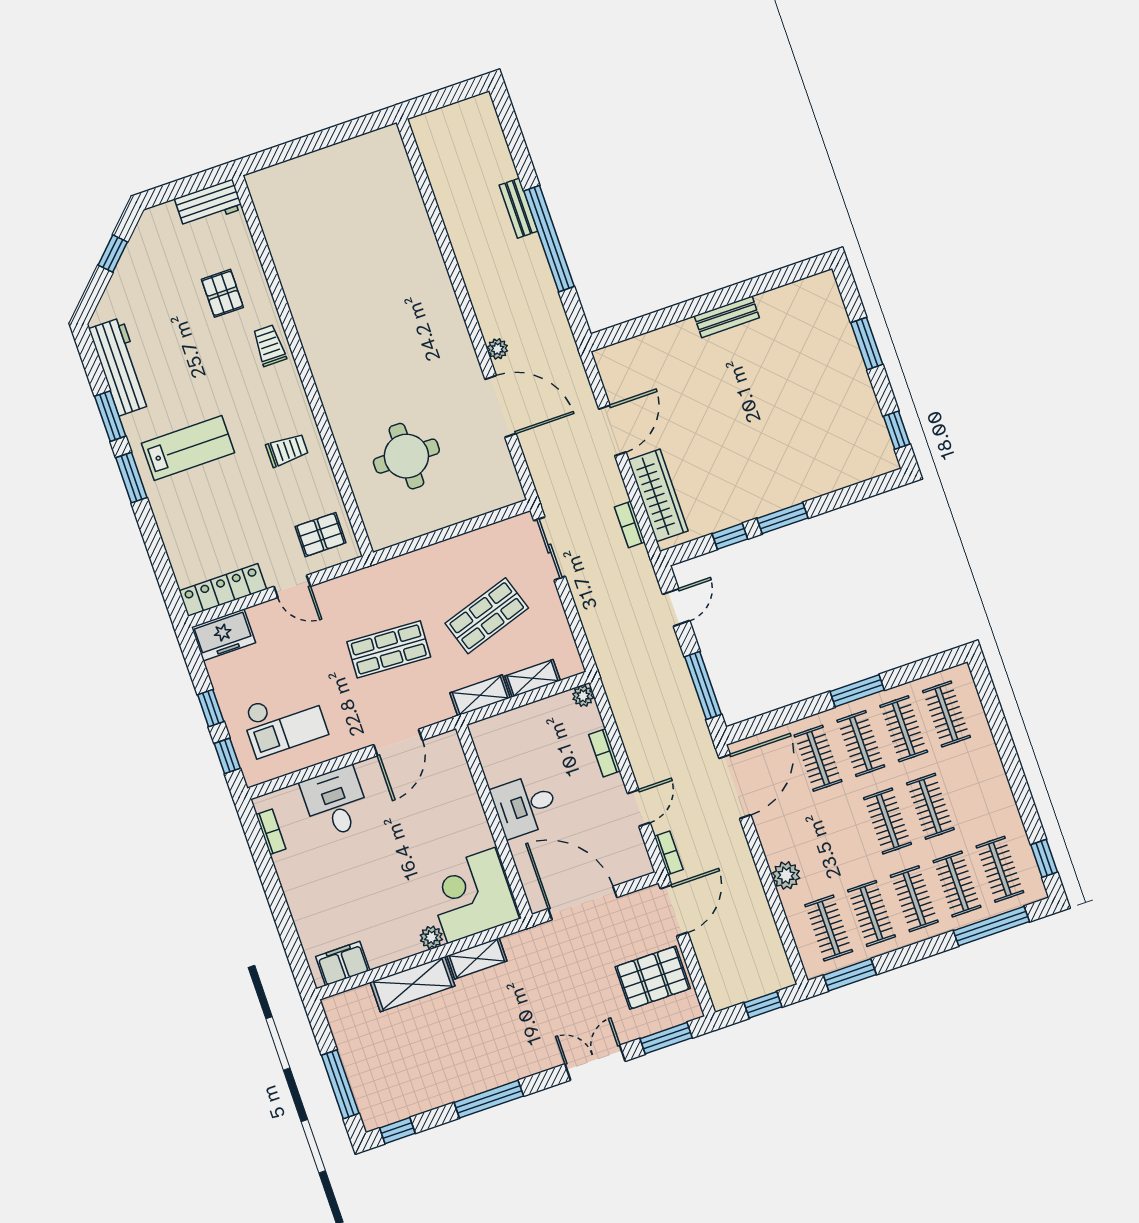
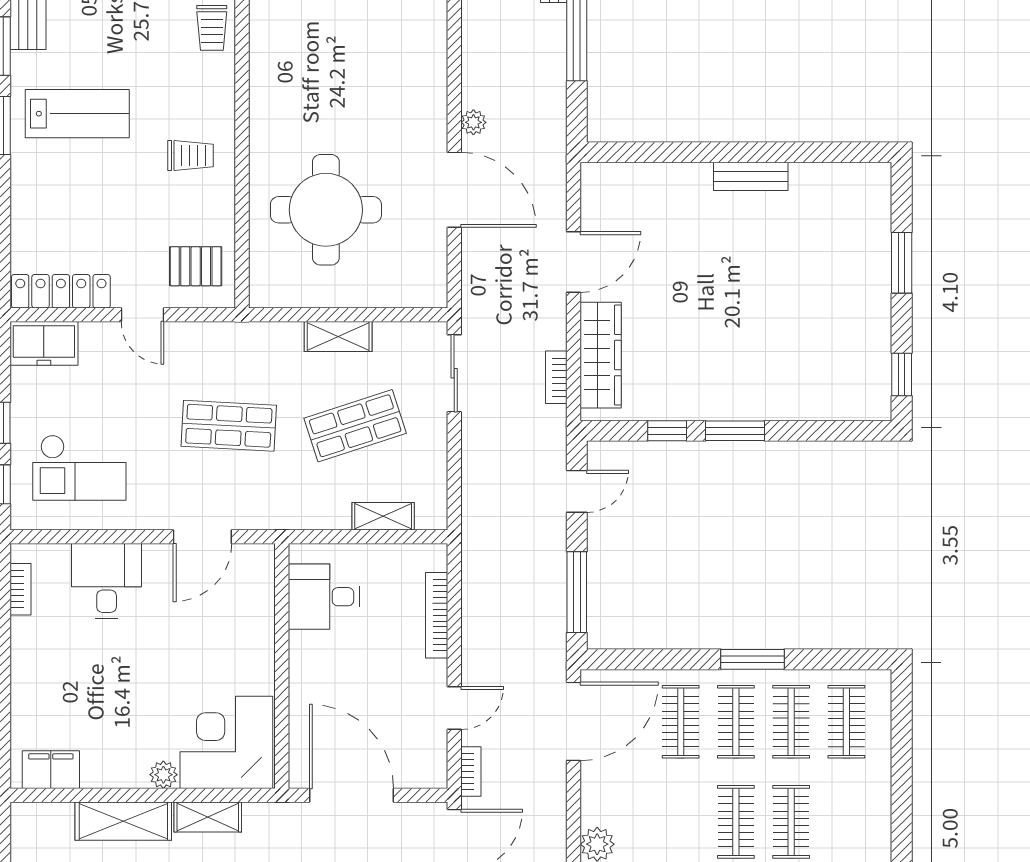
trolley: (269, 345) -> (212, 28), turned 180
round table: (406, 456) -> (326, 210), width x1.36, depth x1.36
shelving: (480, 695) -> (338, 337), moved
plant: (583, 696) -> (434, 557), removed
bookcase: (605, 753) -> (437, 615), width x1.56
desk: (525, 806) -> (324, 597), moved

